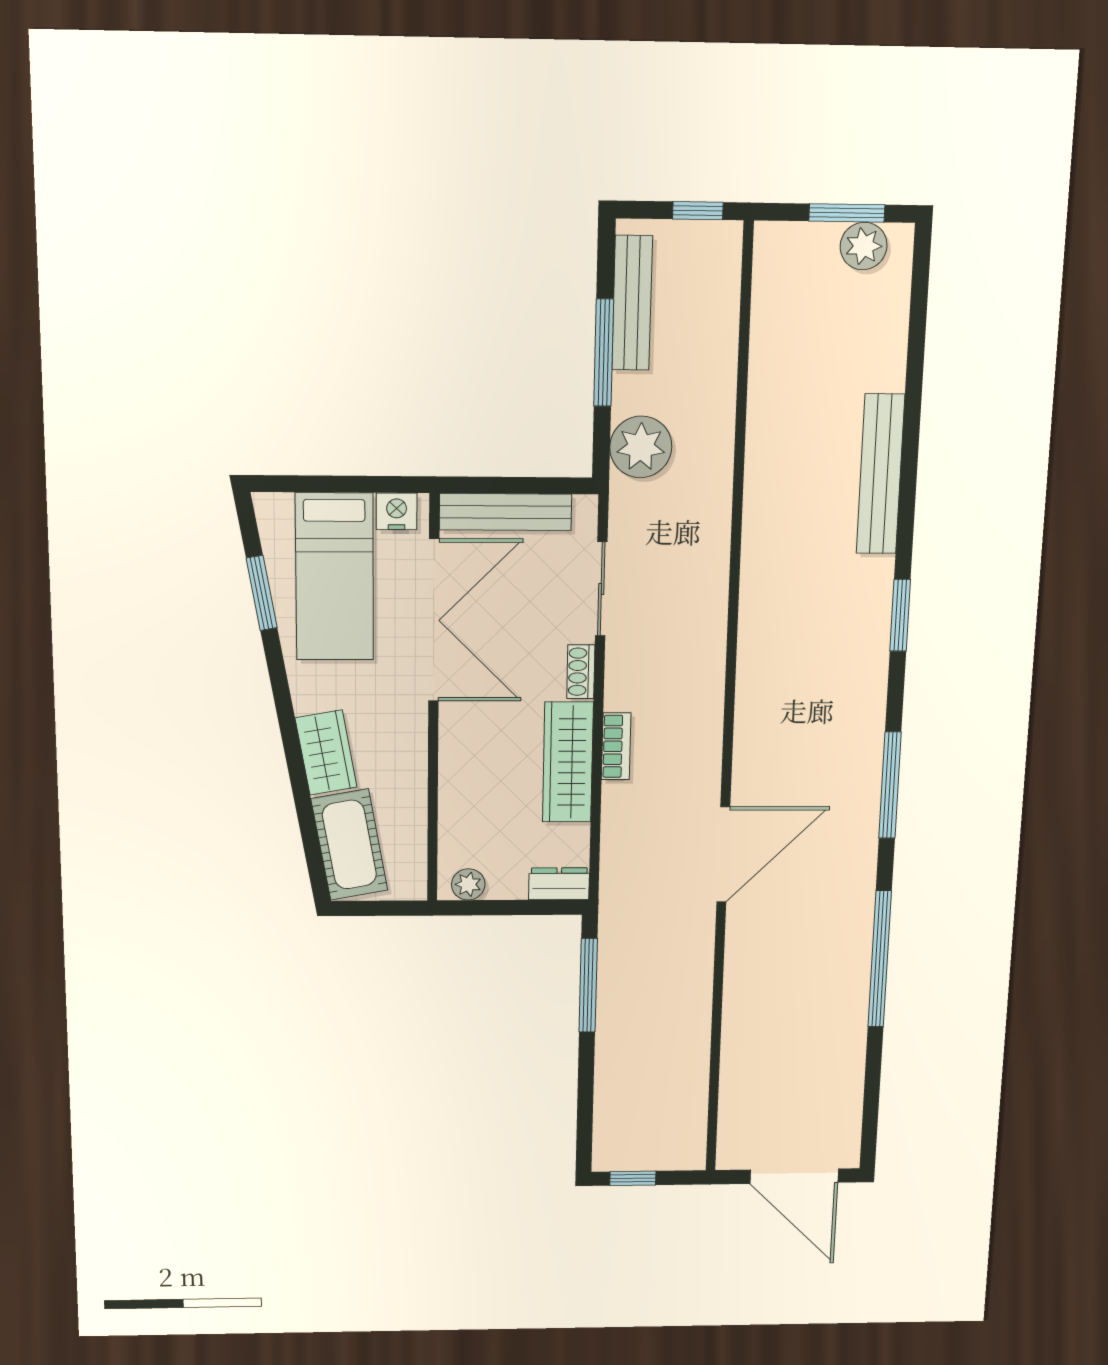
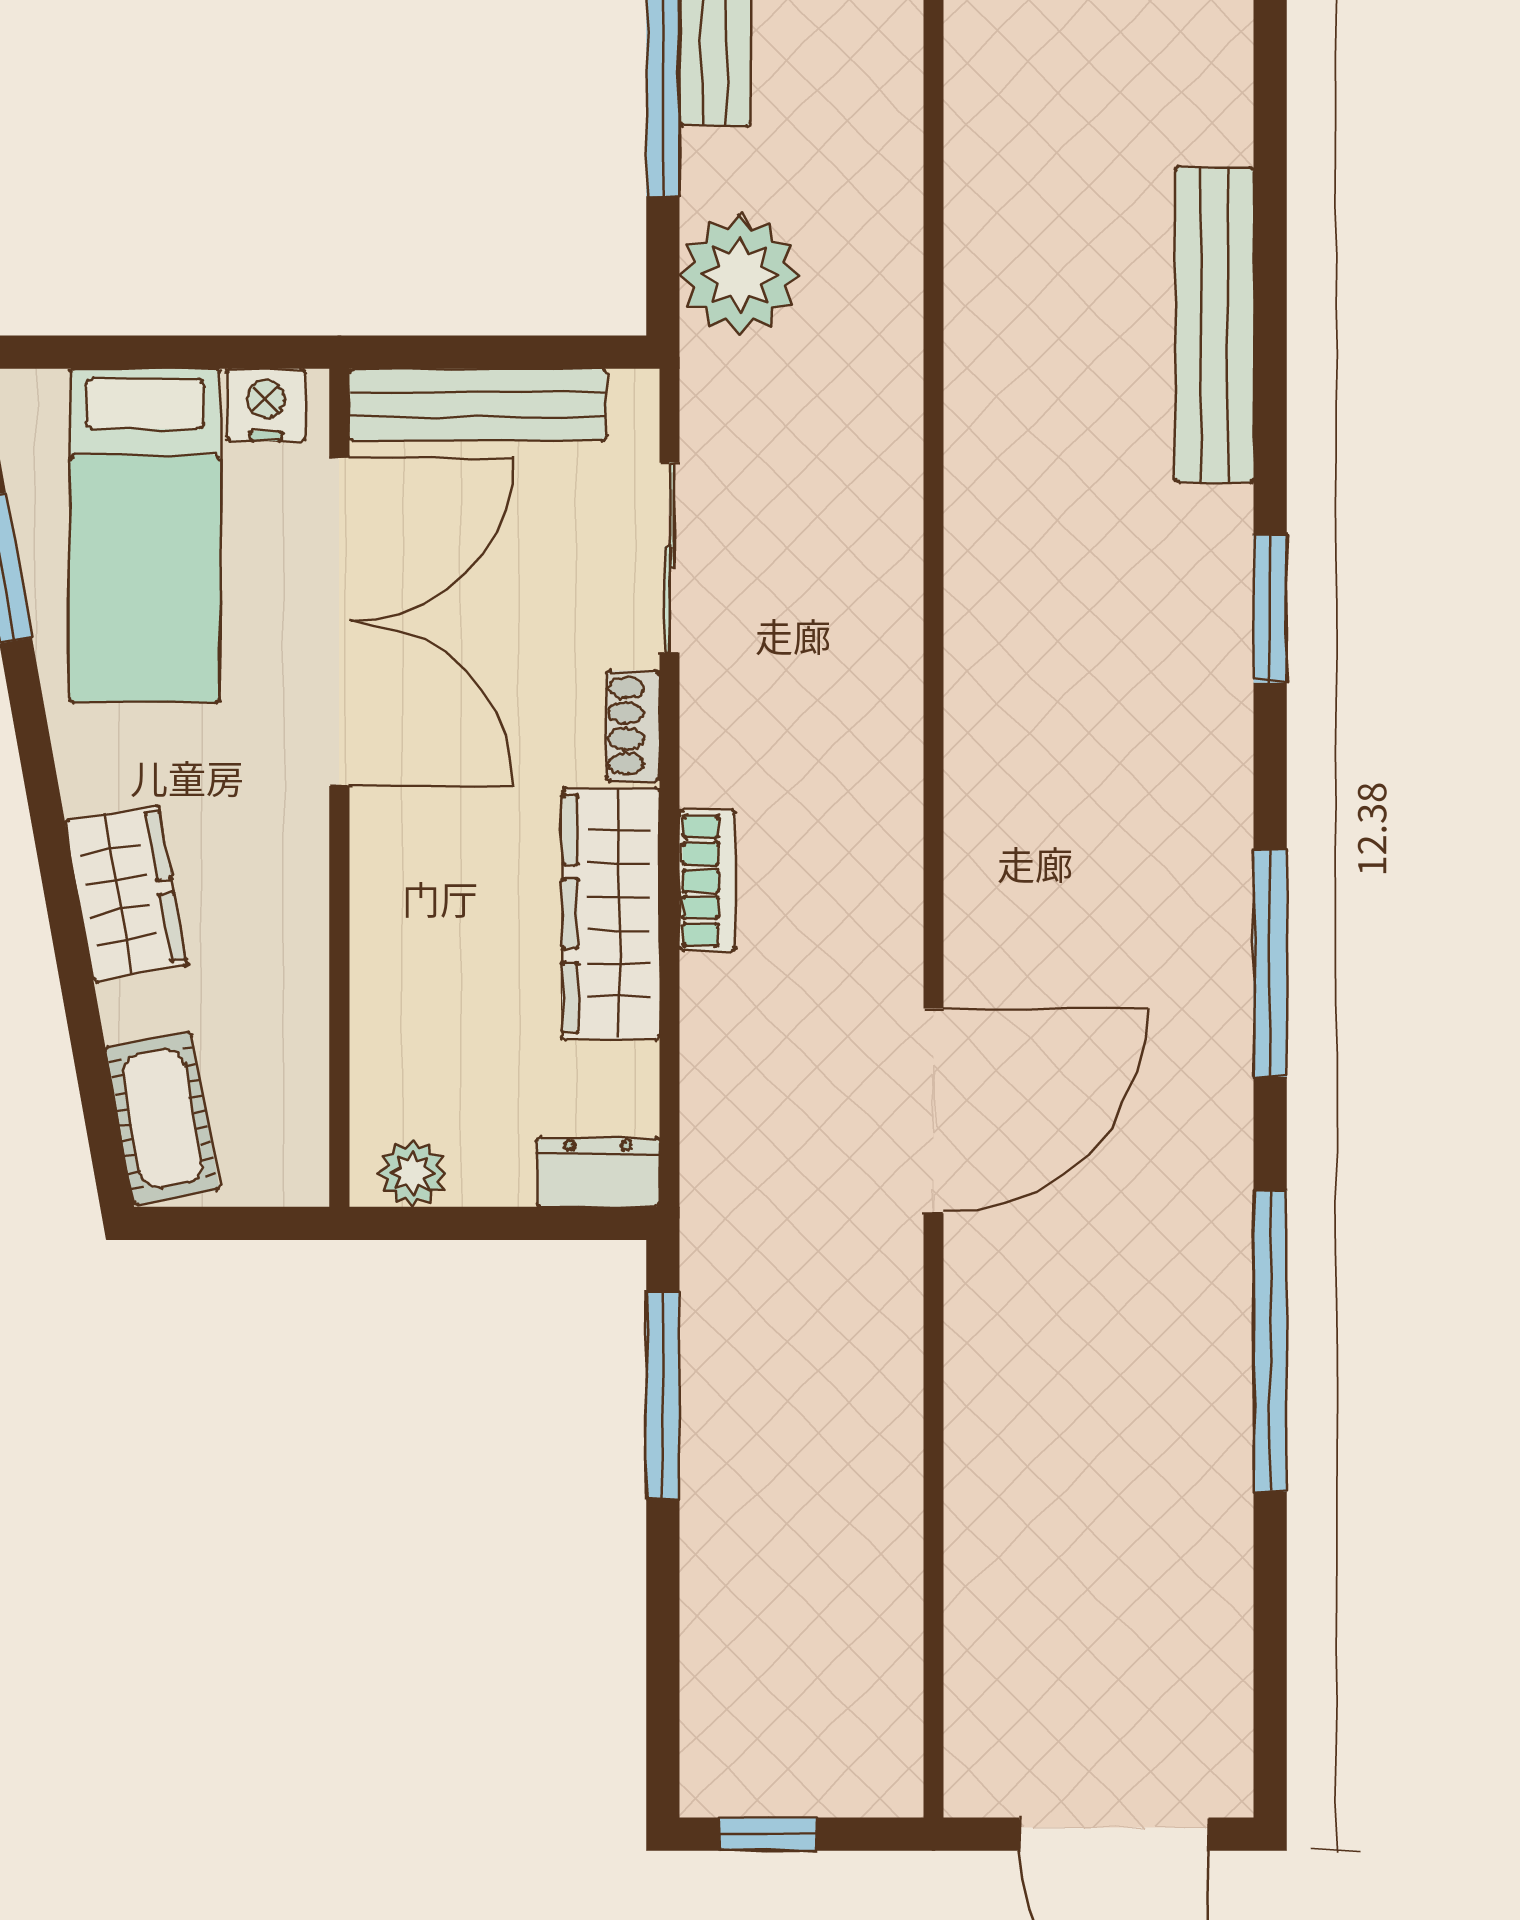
cot: (349, 845) -> (162, 1119), width x0.73, depth x0.75

